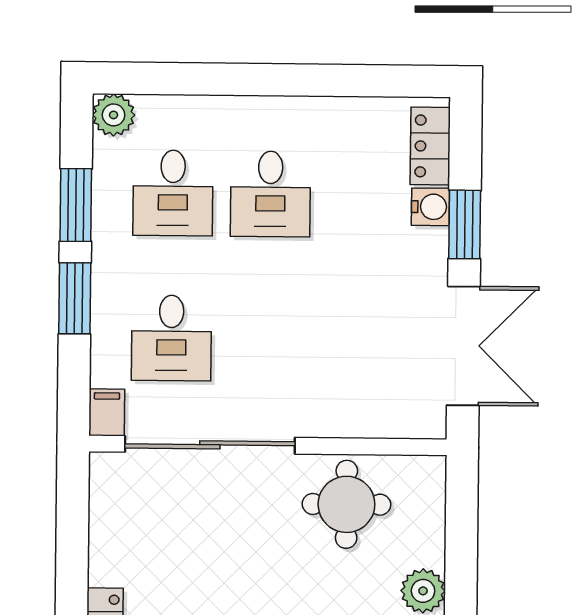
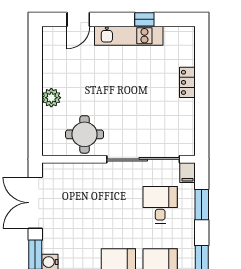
window: (75, 298) -> (202, 205), moved

